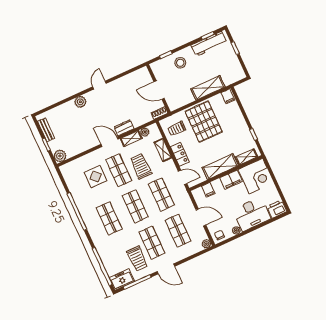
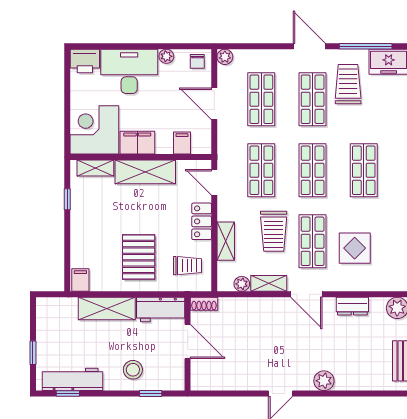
workbench: (180, 100) -> (161, 310), added
pallet: (204, 122) -> (139, 257), width x0.73, depth x0.71
dresser: (124, 128) -> (352, 306), moved

